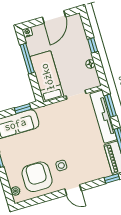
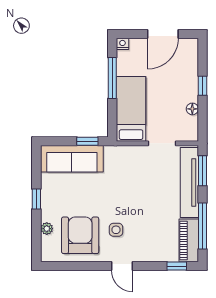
plant: (15, 191) -> (47, 229), moved

